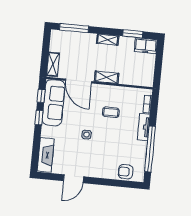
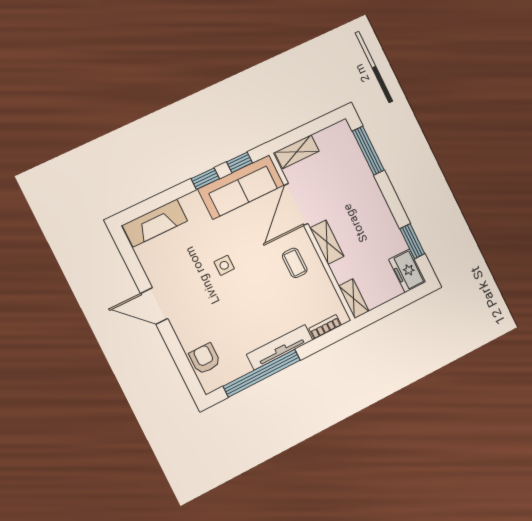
shelving: (108, 40) -> (354, 299), moved
coffee table: (111, 112) -> (295, 263), moved
tv unit: (144, 127) -> (280, 347), width x1.41
door: (74, 179) -> (154, 306), moved

